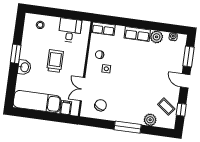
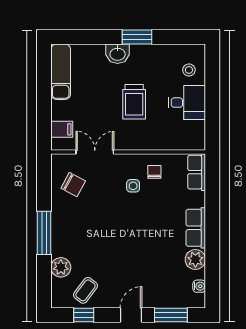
desk: (70, 30) -> (187, 103), moved
trolley: (55, 61) -> (134, 102), turned 90
exam couch: (37, 102) -> (61, 72), width x0.73, depth x0.69

